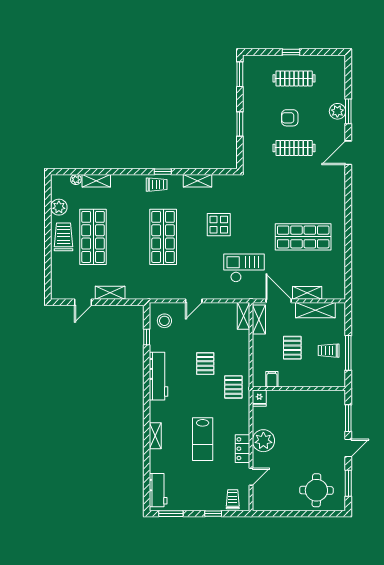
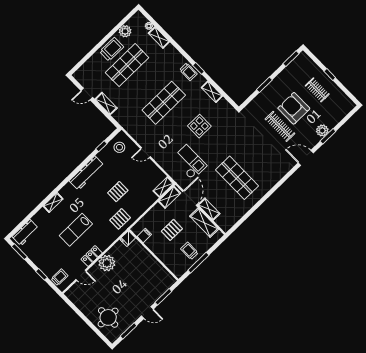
clothes rail: (294, 78) -> (317, 90), width x0.73
armchair: (290, 118) -> (294, 108), width x1.88, depth x1.88

